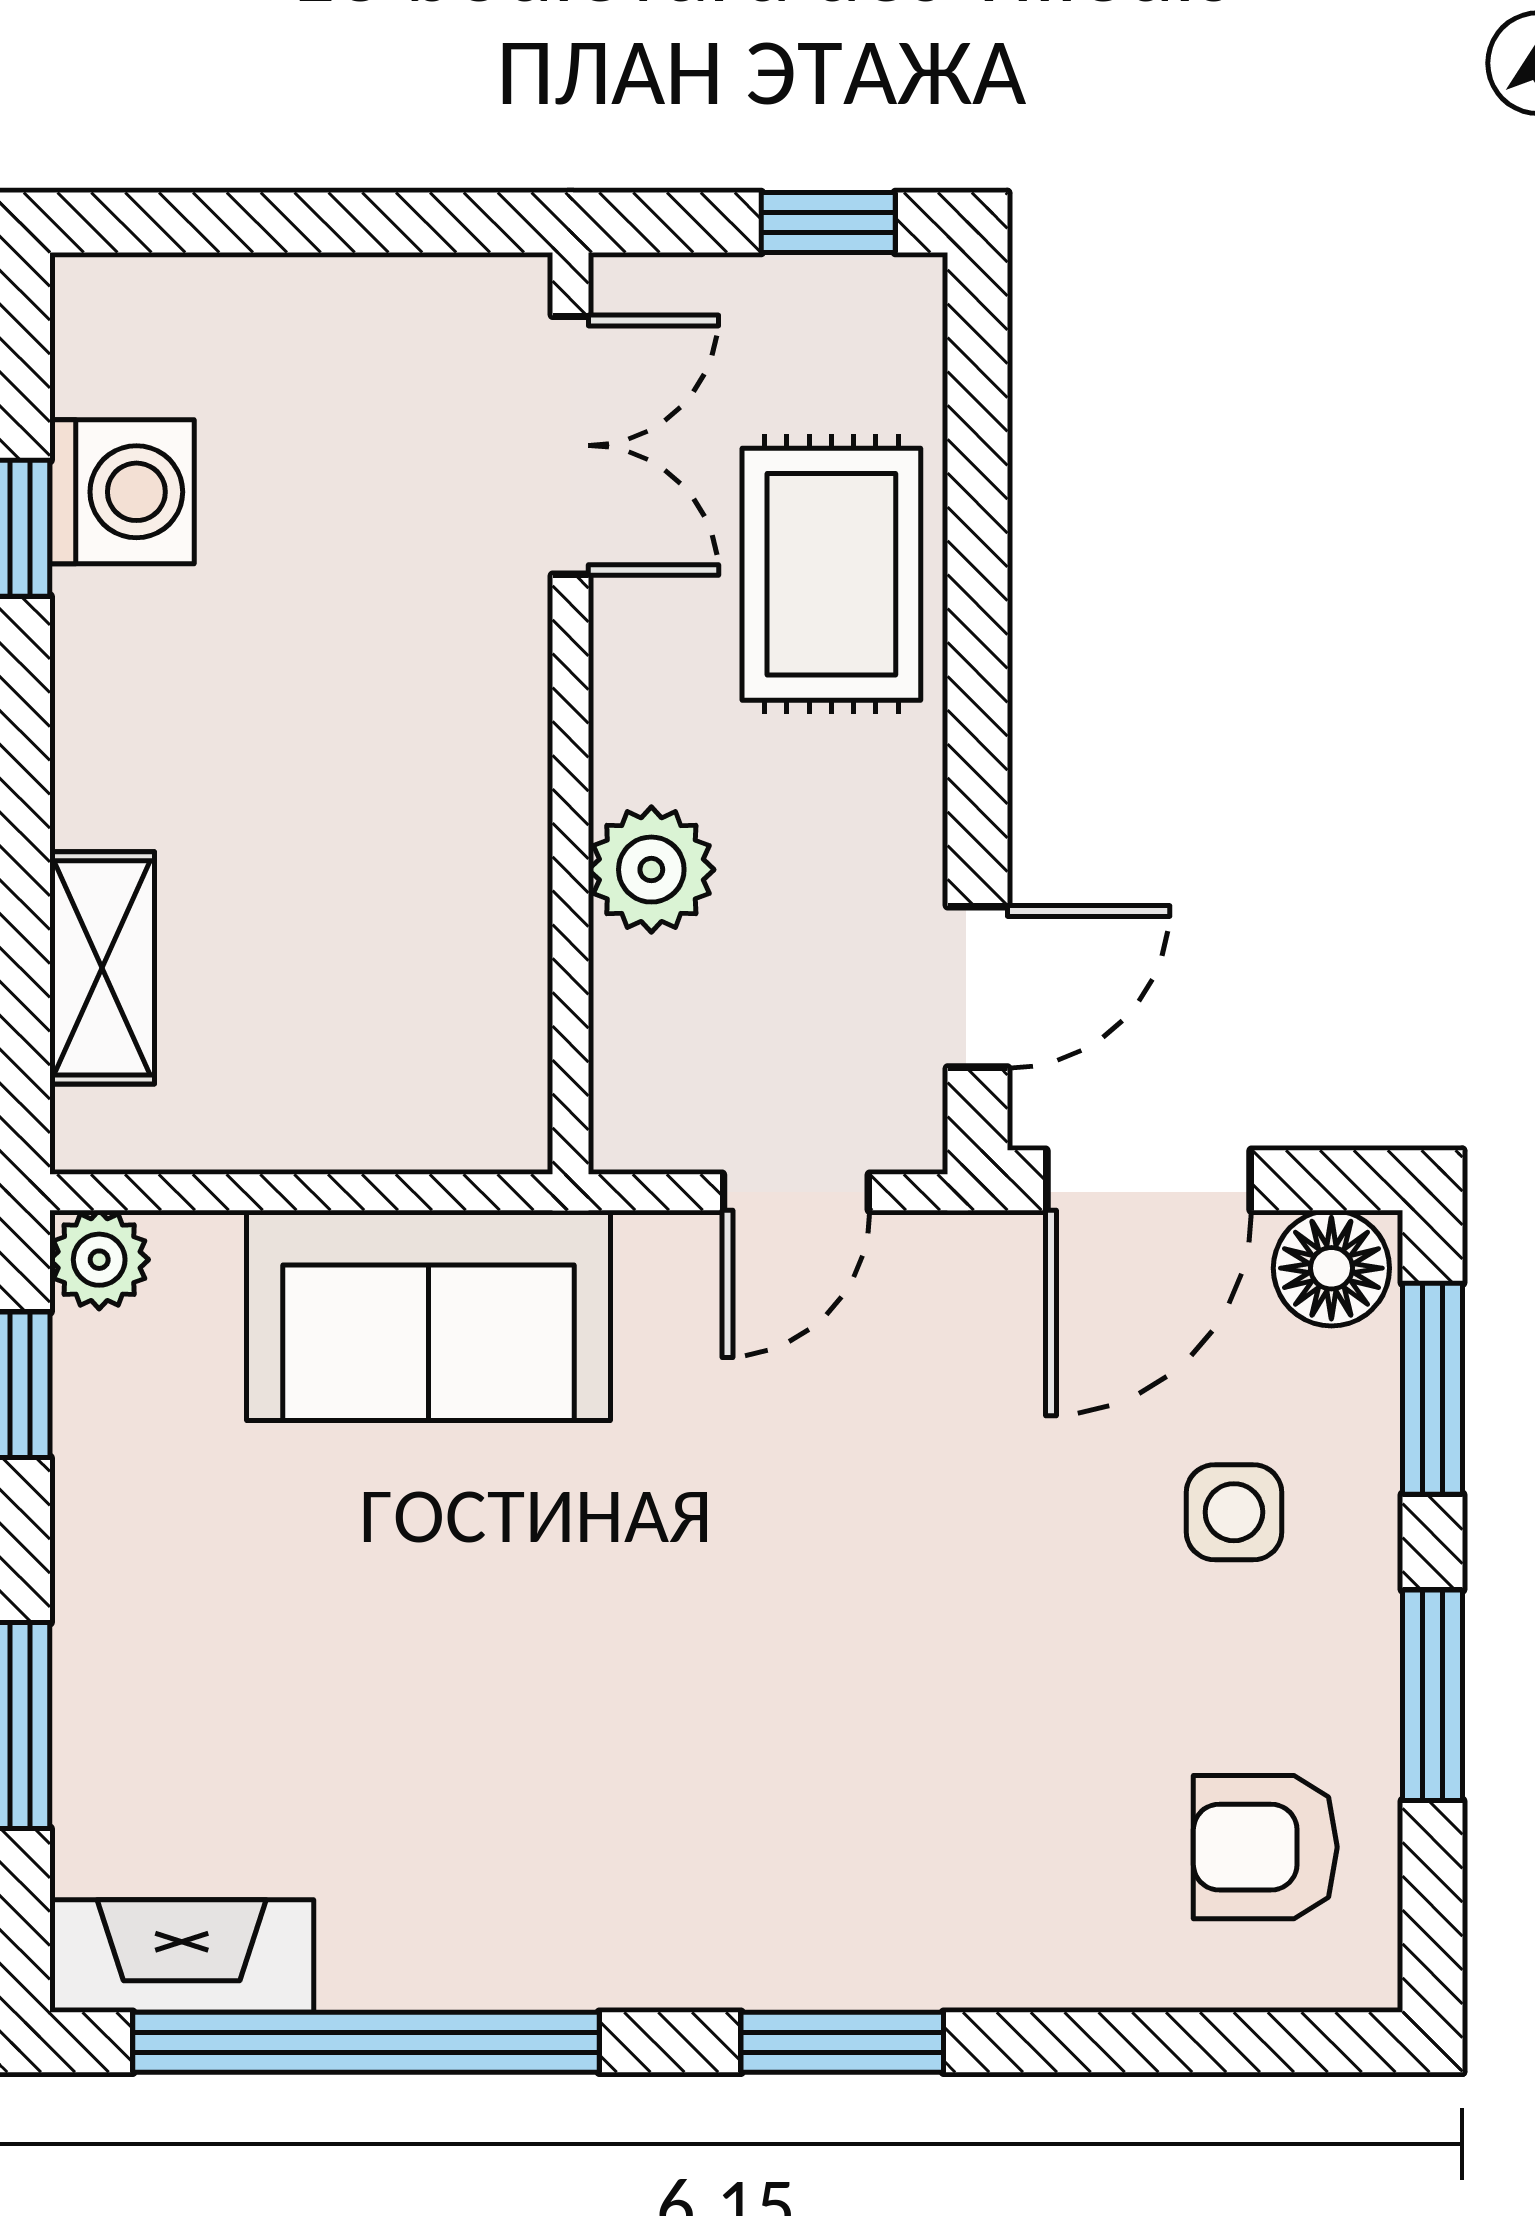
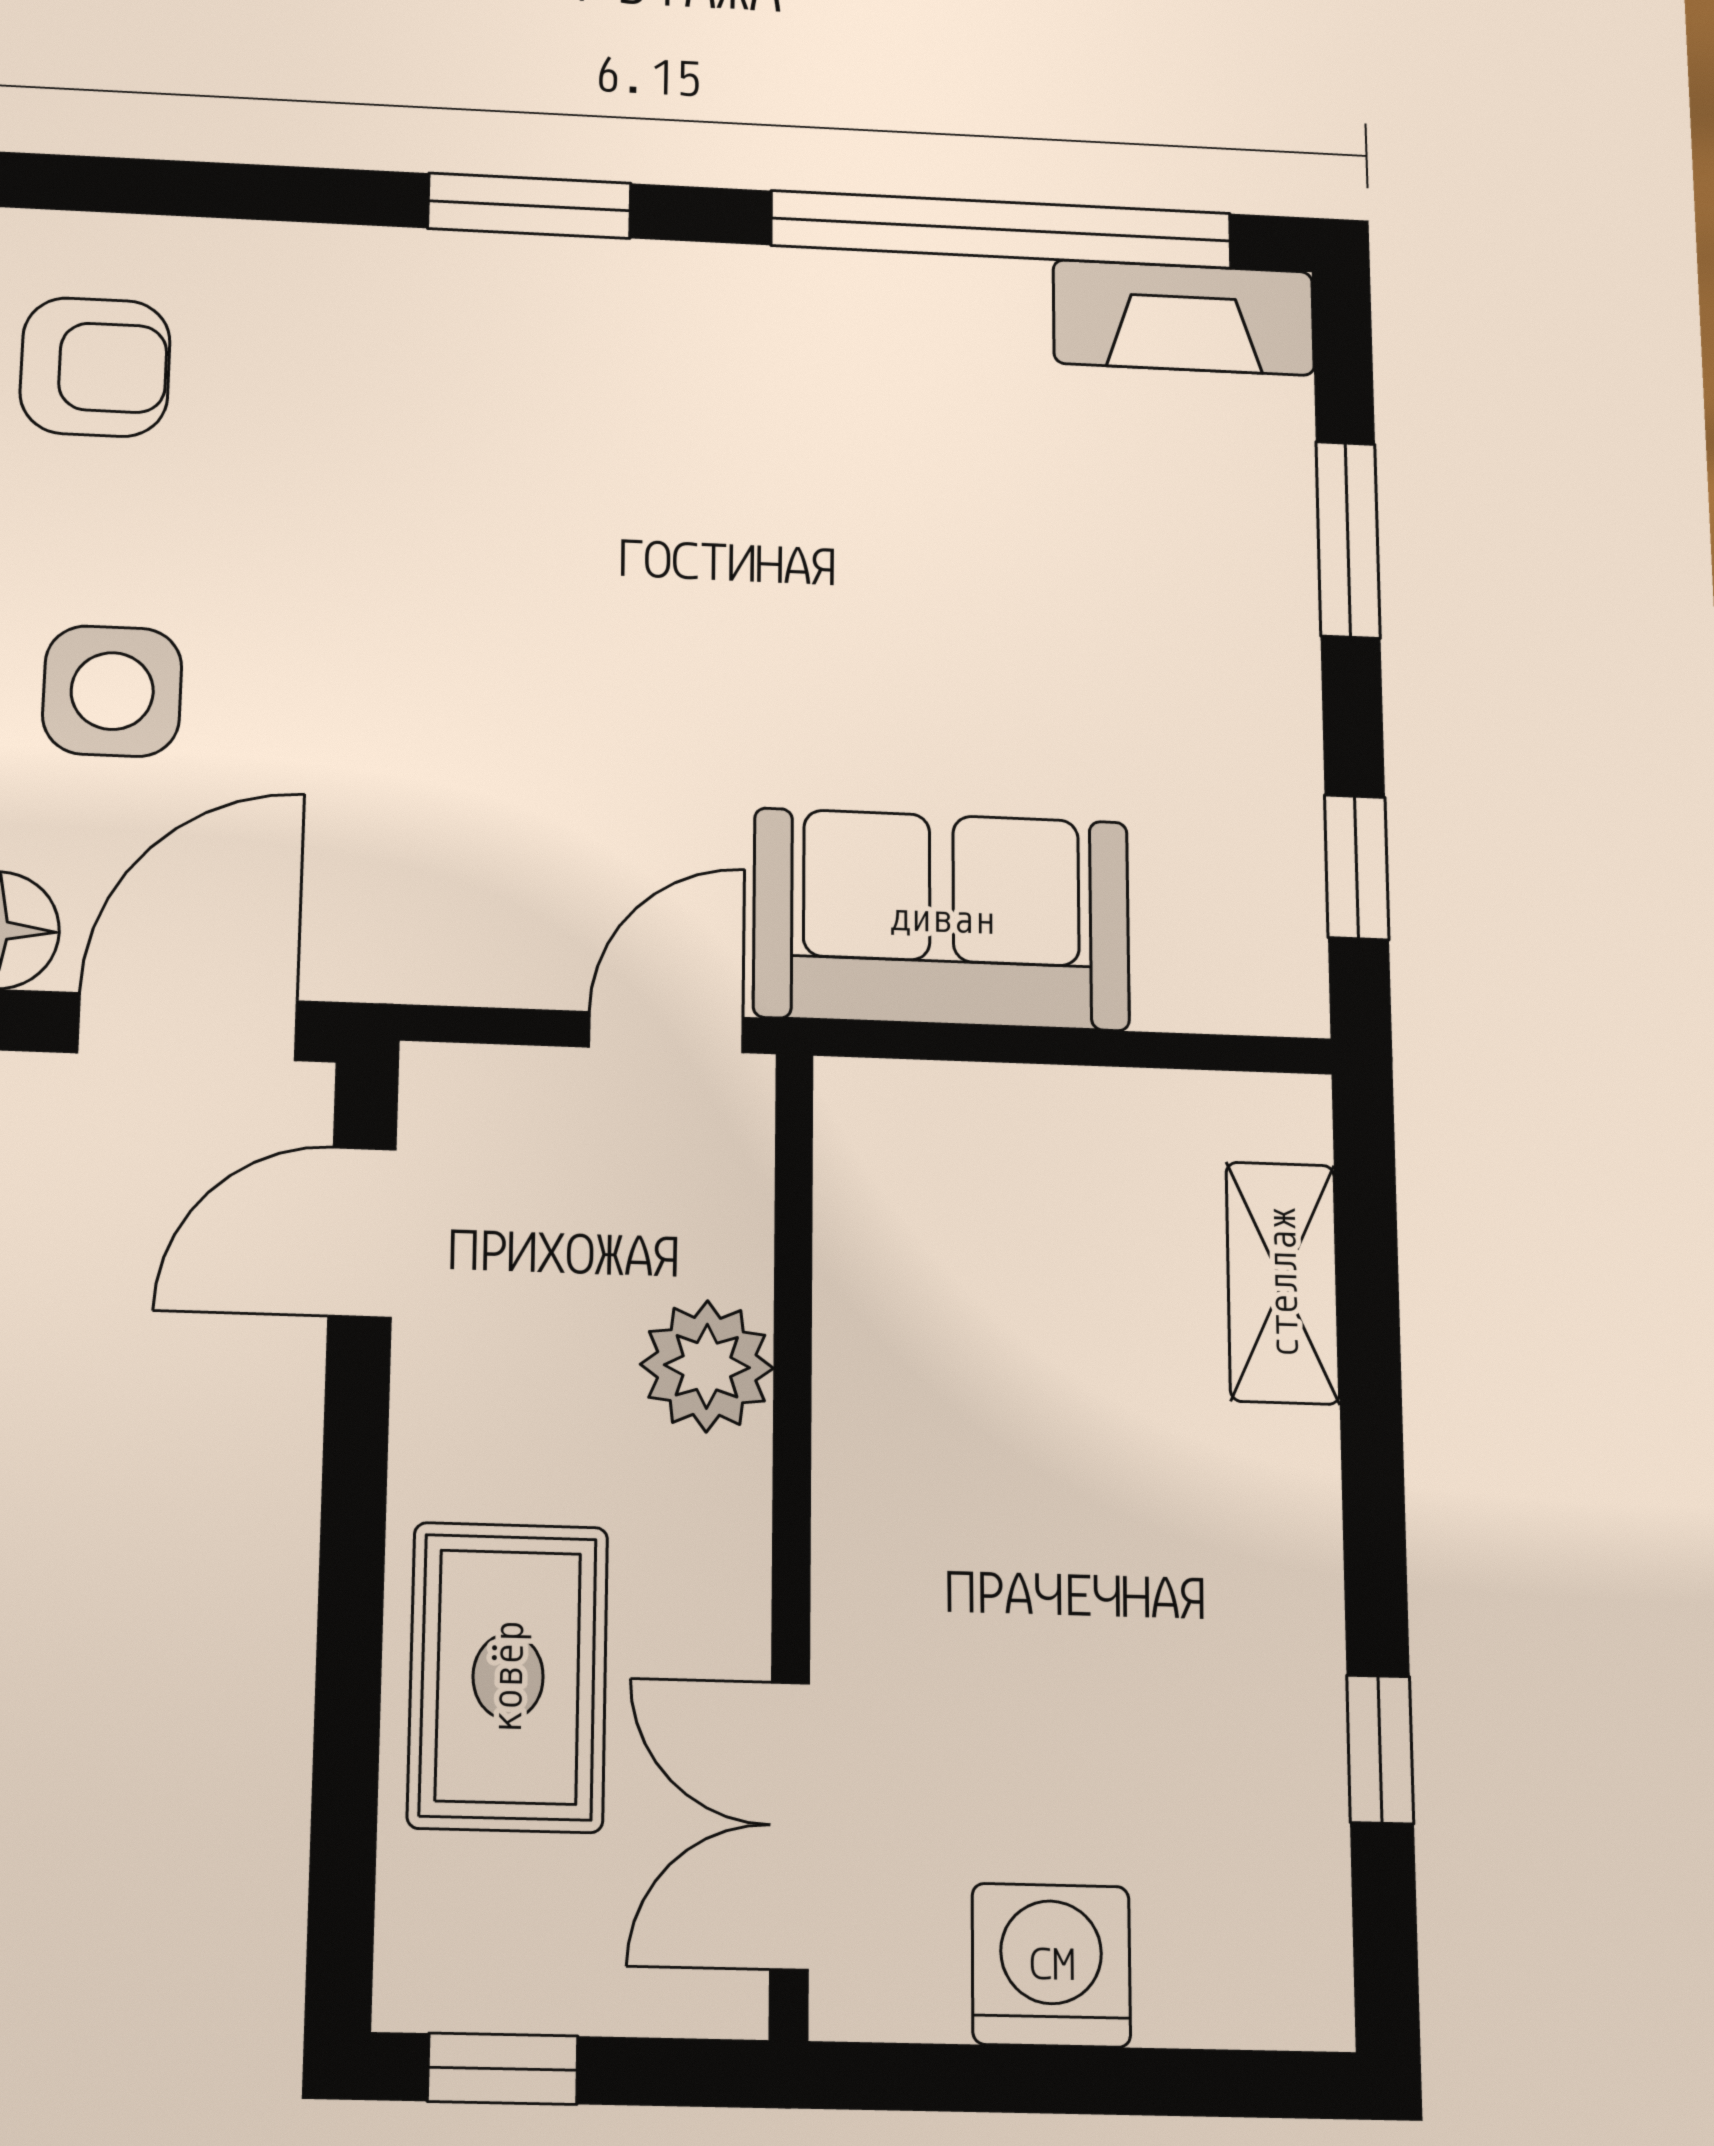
washing machine: (122, 492) -> (1051, 1965), moved, turned 90
door: (796, 1192) -> (666, 1032), moved
plant: (99, 1260) -> (1279, 987), removed
side table: (1234, 1512) -> (112, 691), width x1.37, depth x1.37

